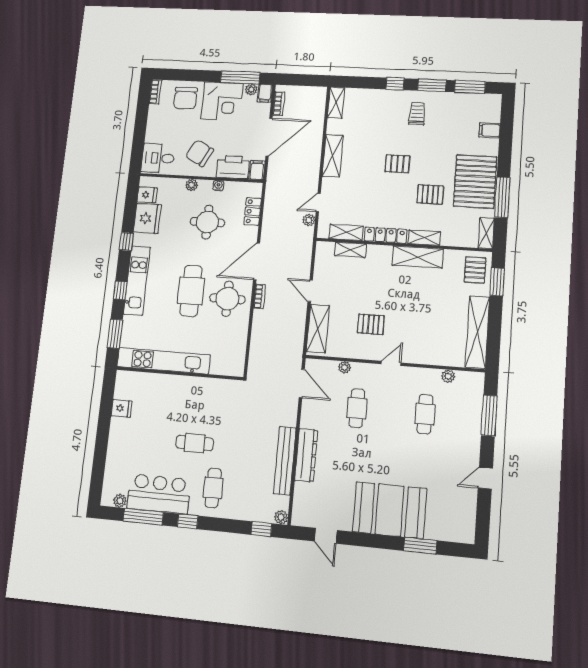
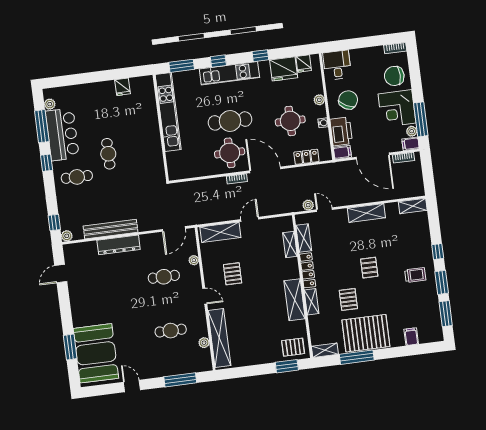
shelving: (477, 332) -> (219, 338), moved, turned 90
booth: (390, 510) -> (96, 353), moved

